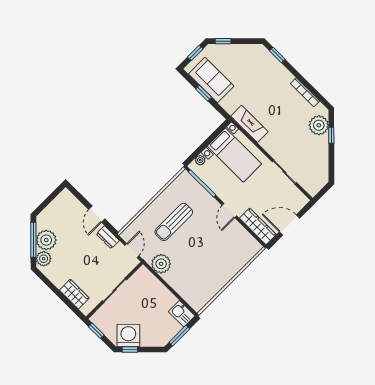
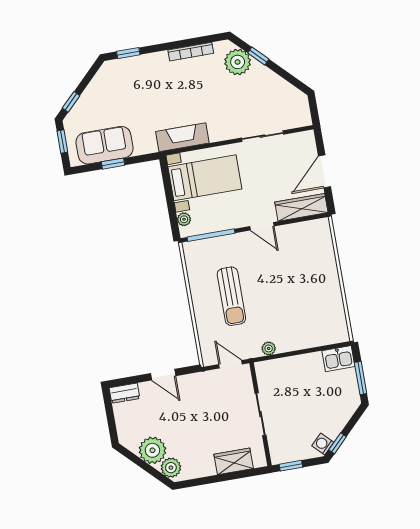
dresser: (108, 237) -> (124, 393), moved
window: (33, 240) -> (142, 464), removed
plant: (161, 264) -> (269, 348), width x0.53, depth x0.53
washing machine: (128, 336) -> (323, 444), width x0.53, depth x0.53

